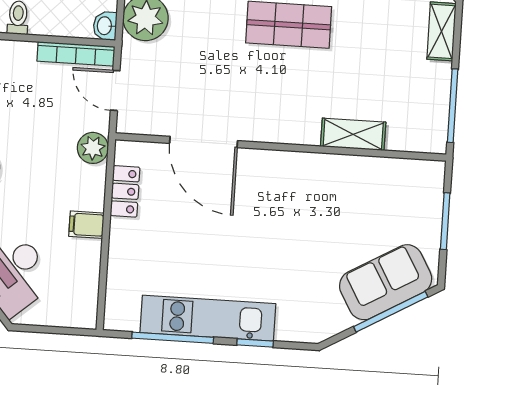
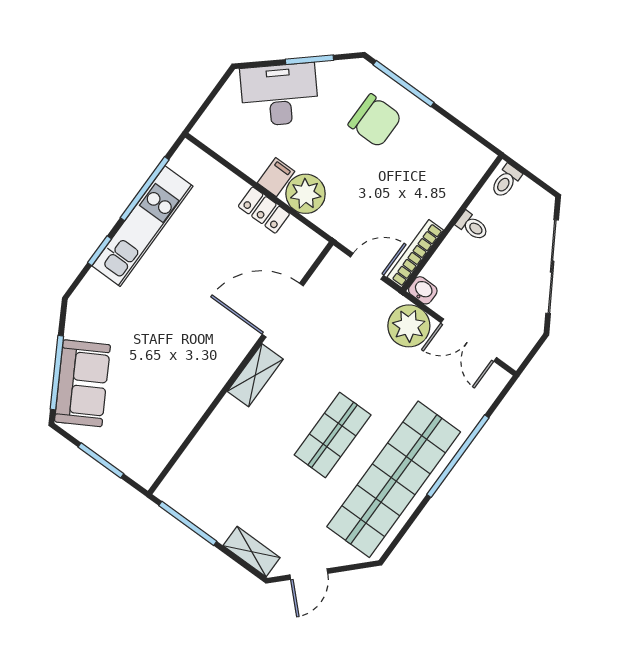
shelving: (353, 134) -> (255, 375), moved
plant: (93, 148) -> (306, 194), moved, width x1.36, depth x1.36
locker: (125, 191) -> (264, 210), moved

